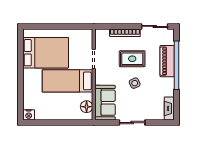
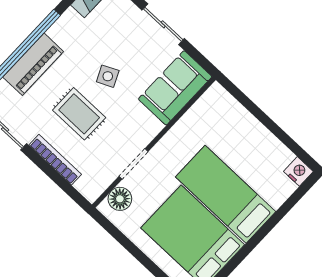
bed: (67, 81) -> (226, 194), moved, turned 180
floor lamp: (87, 107) -> (120, 199), moved

